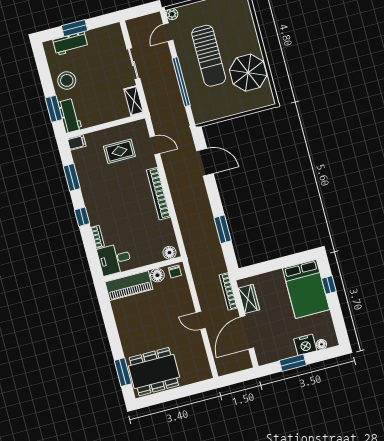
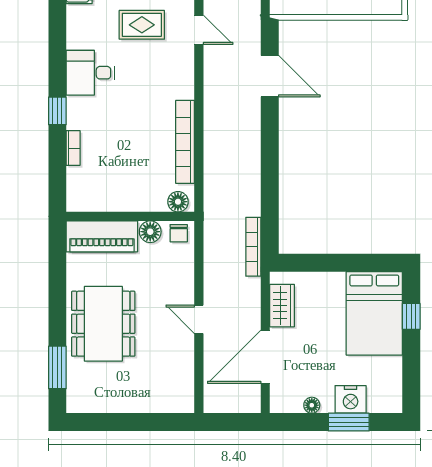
window: (72, 177) -> (57, 46), removed
bookcase: (159, 194) -> (185, 142), moved
window: (223, 229) -> (270, 187), removed
desk: (115, 259) -> (90, 73), moved
bookcase: (228, 291) -> (253, 247), moved
floor lamp: (321, 344) -> (312, 405), moved
window: (293, 363) -> (349, 422), moved
dining table: (154, 372) -> (103, 324), moved, turned 90

